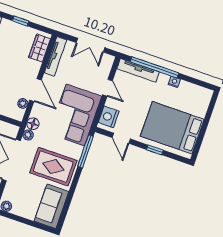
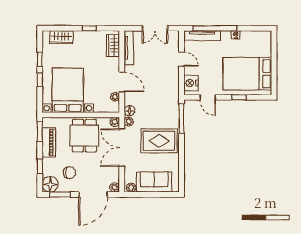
corner sofa: (75, 115) -> (162, 91), removed
plant: (13, 130) -> (115, 122), added
sofa: (52, 206) -> (154, 182), moved, turned 90

